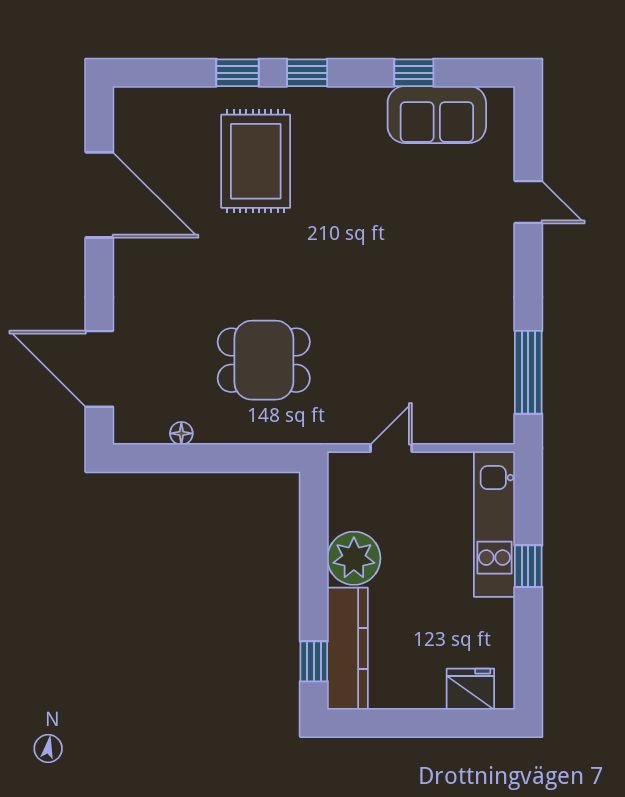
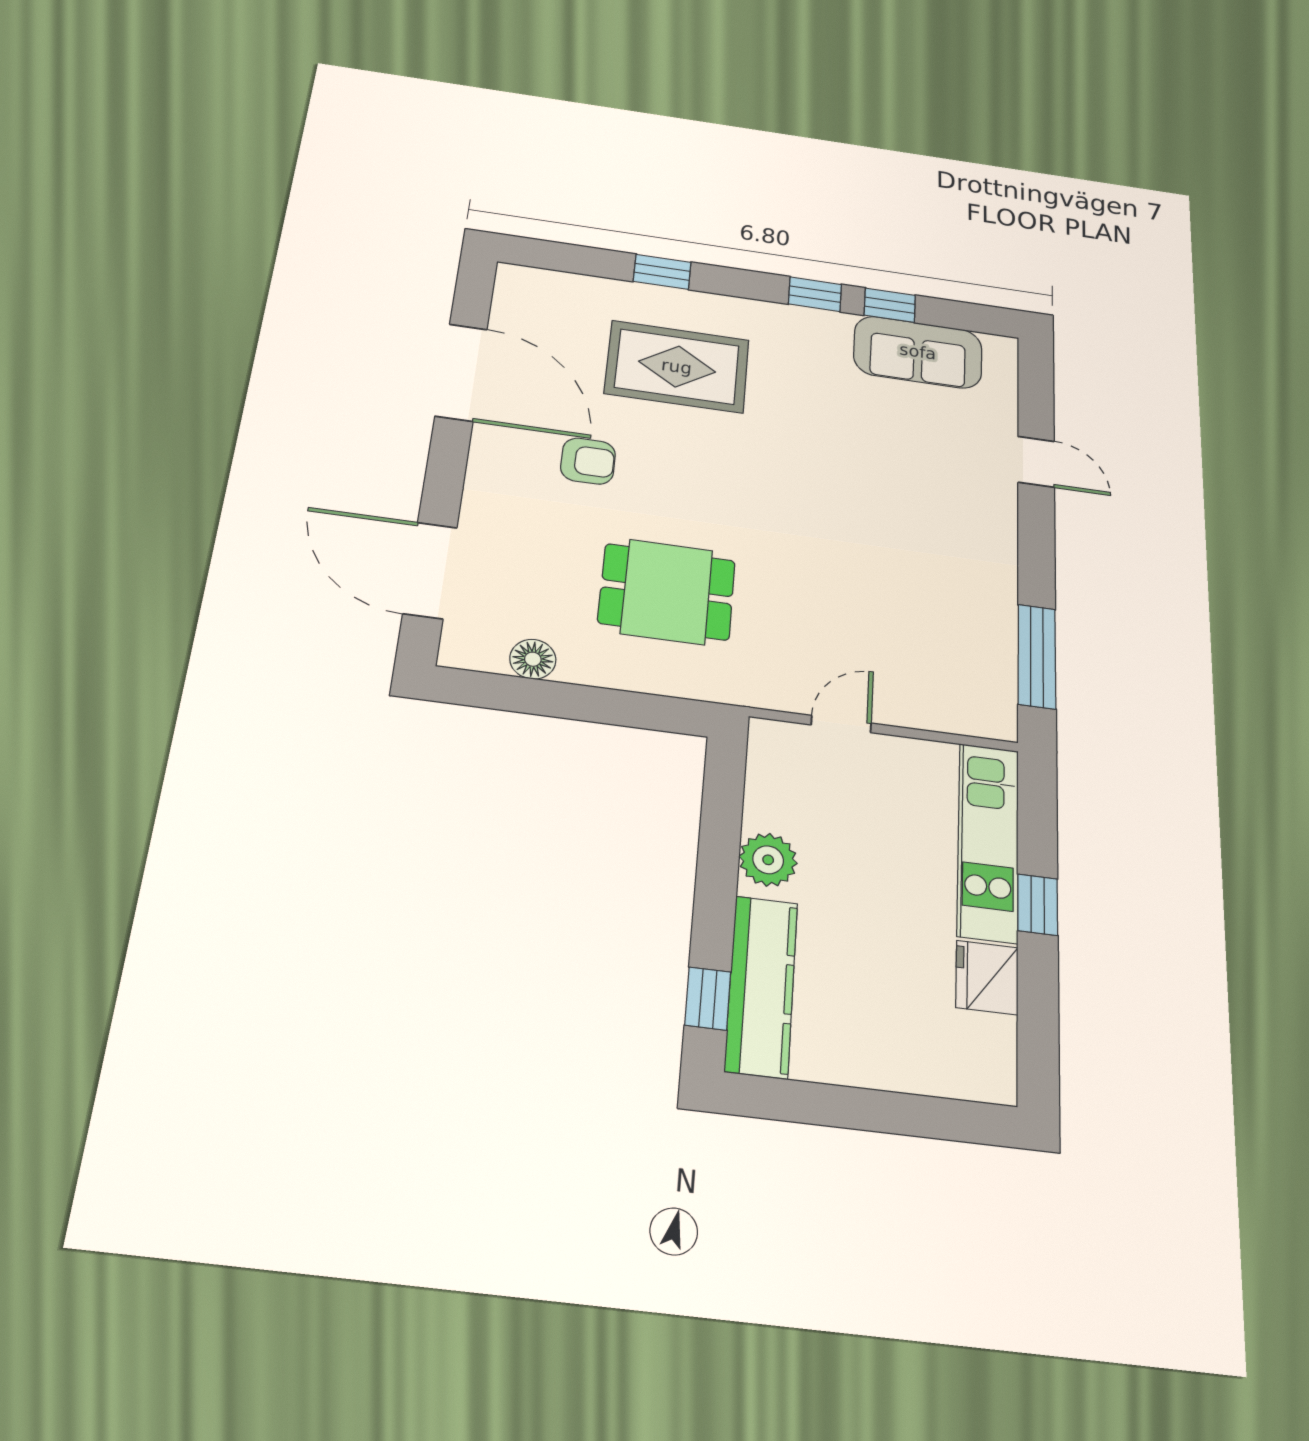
window: (307, 73) -> (815, 294), moved
rug: (256, 161) -> (677, 367), turned 90
armchair: (199, 258) -> (588, 461), added
floor lamp: (181, 433) -> (533, 659), width x1.37, depth x1.37
plant: (354, 558) -> (768, 860), width x0.73, depth x0.73
fridge: (470, 689) -> (987, 978), moved, turned -90

